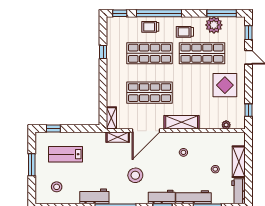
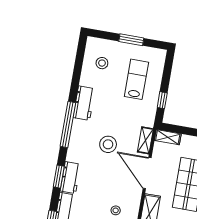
window: (53, 129) -> (162, 100), moved
stool: (135, 175) -> (108, 144), moved

